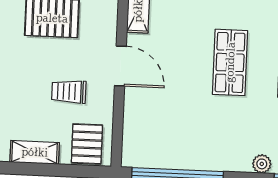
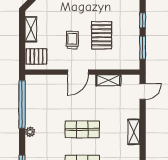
trolley: (69, 92) -> (72, 40), moved
plant: (262, 164) -> (30, 132), moved

